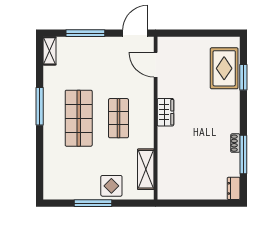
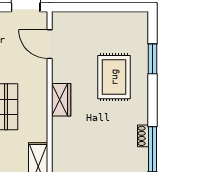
rug: (224, 68) -> (114, 77), moved

